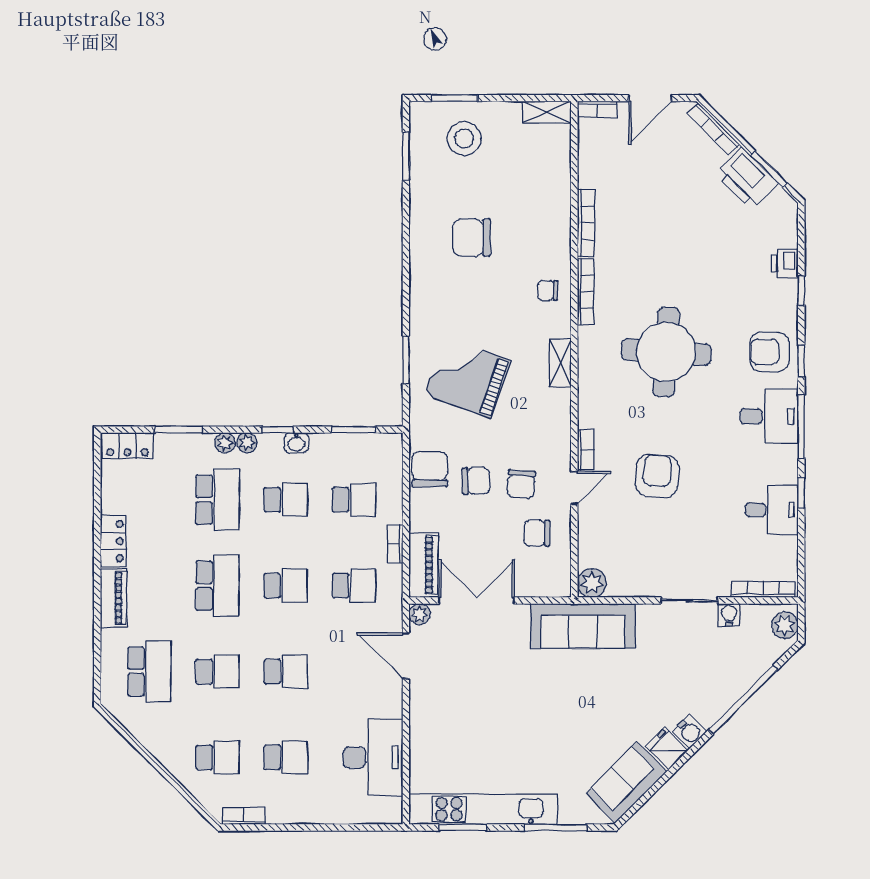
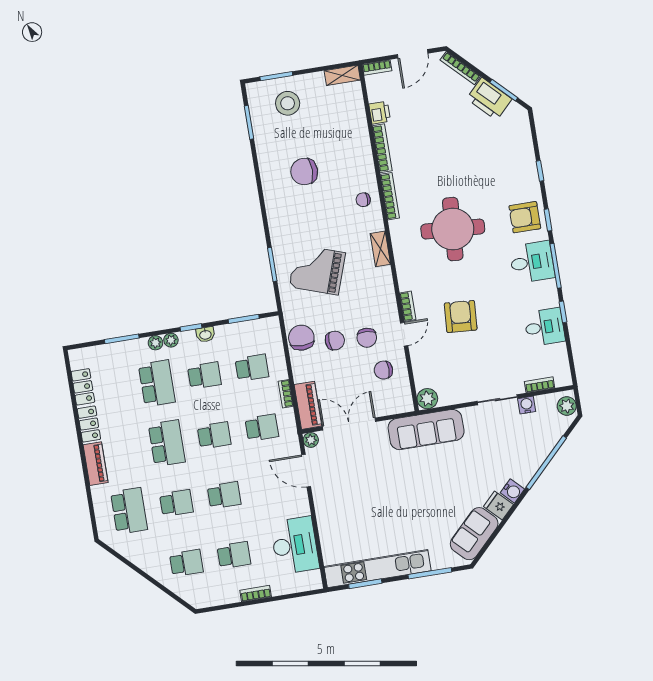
printer: (785, 263) -> (380, 113), moved, turned 180
locker: (127, 446) -> (83, 387), moved, turned -90
bookcase: (763, 589) -> (540, 385), width x0.64
bookcase: (244, 816) -> (256, 594), moved

